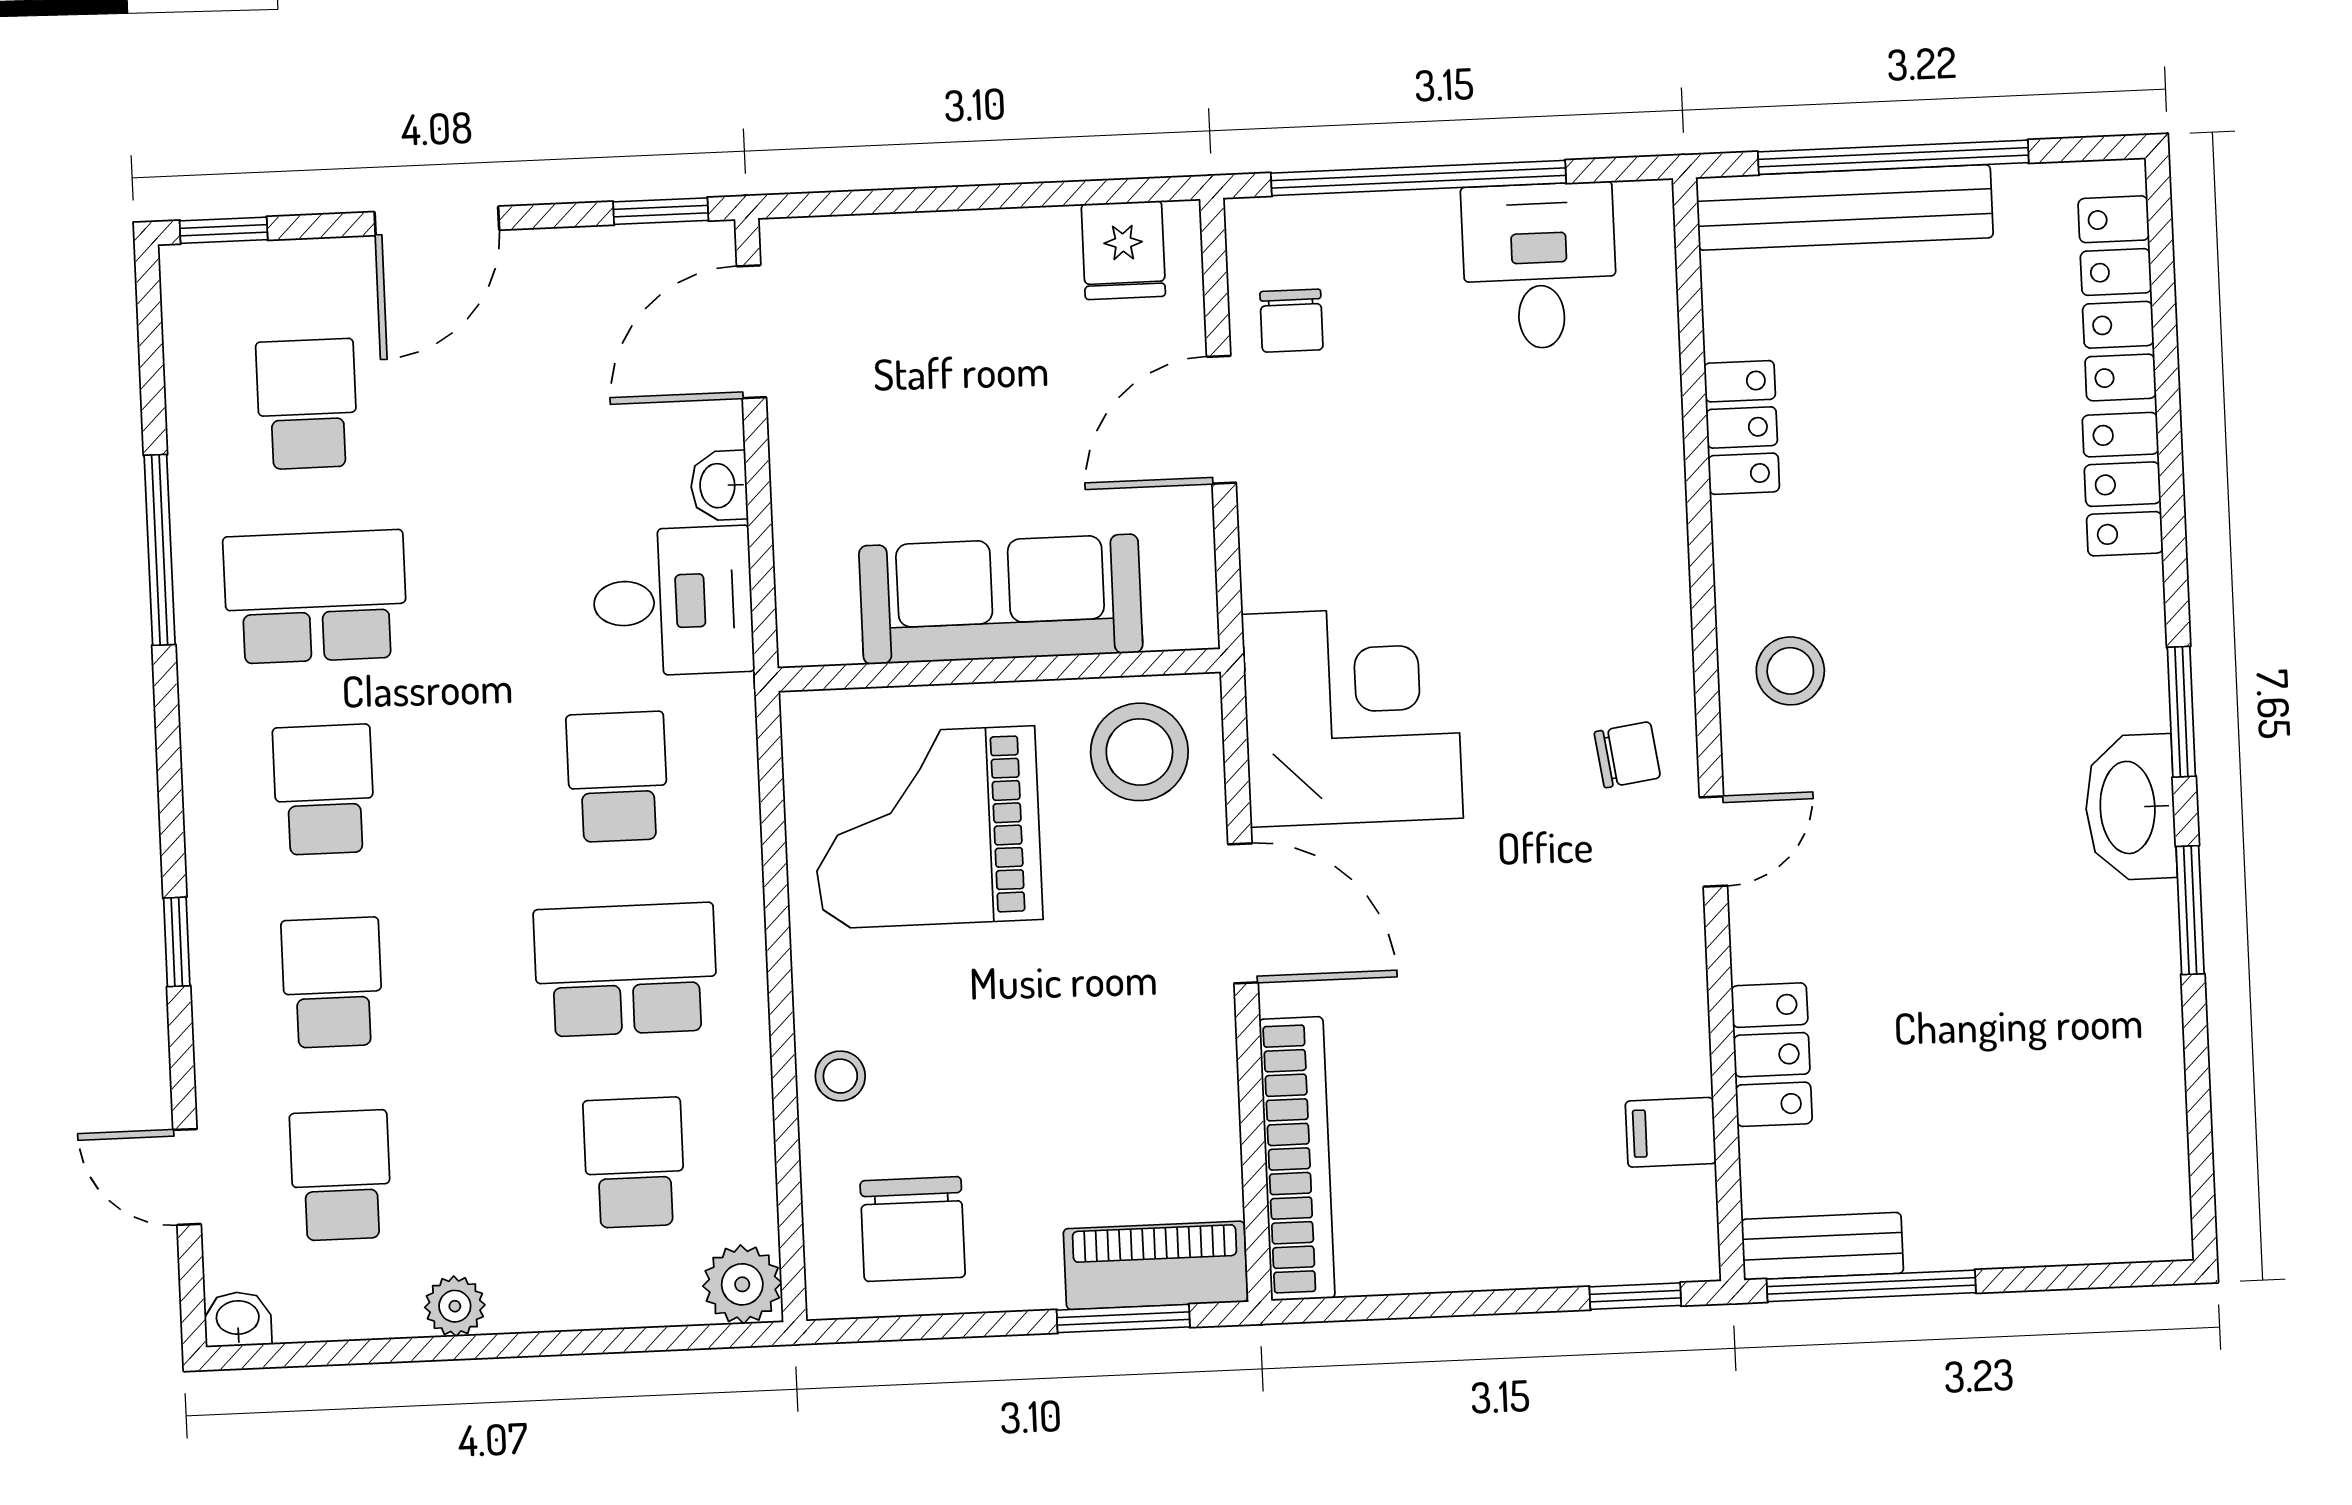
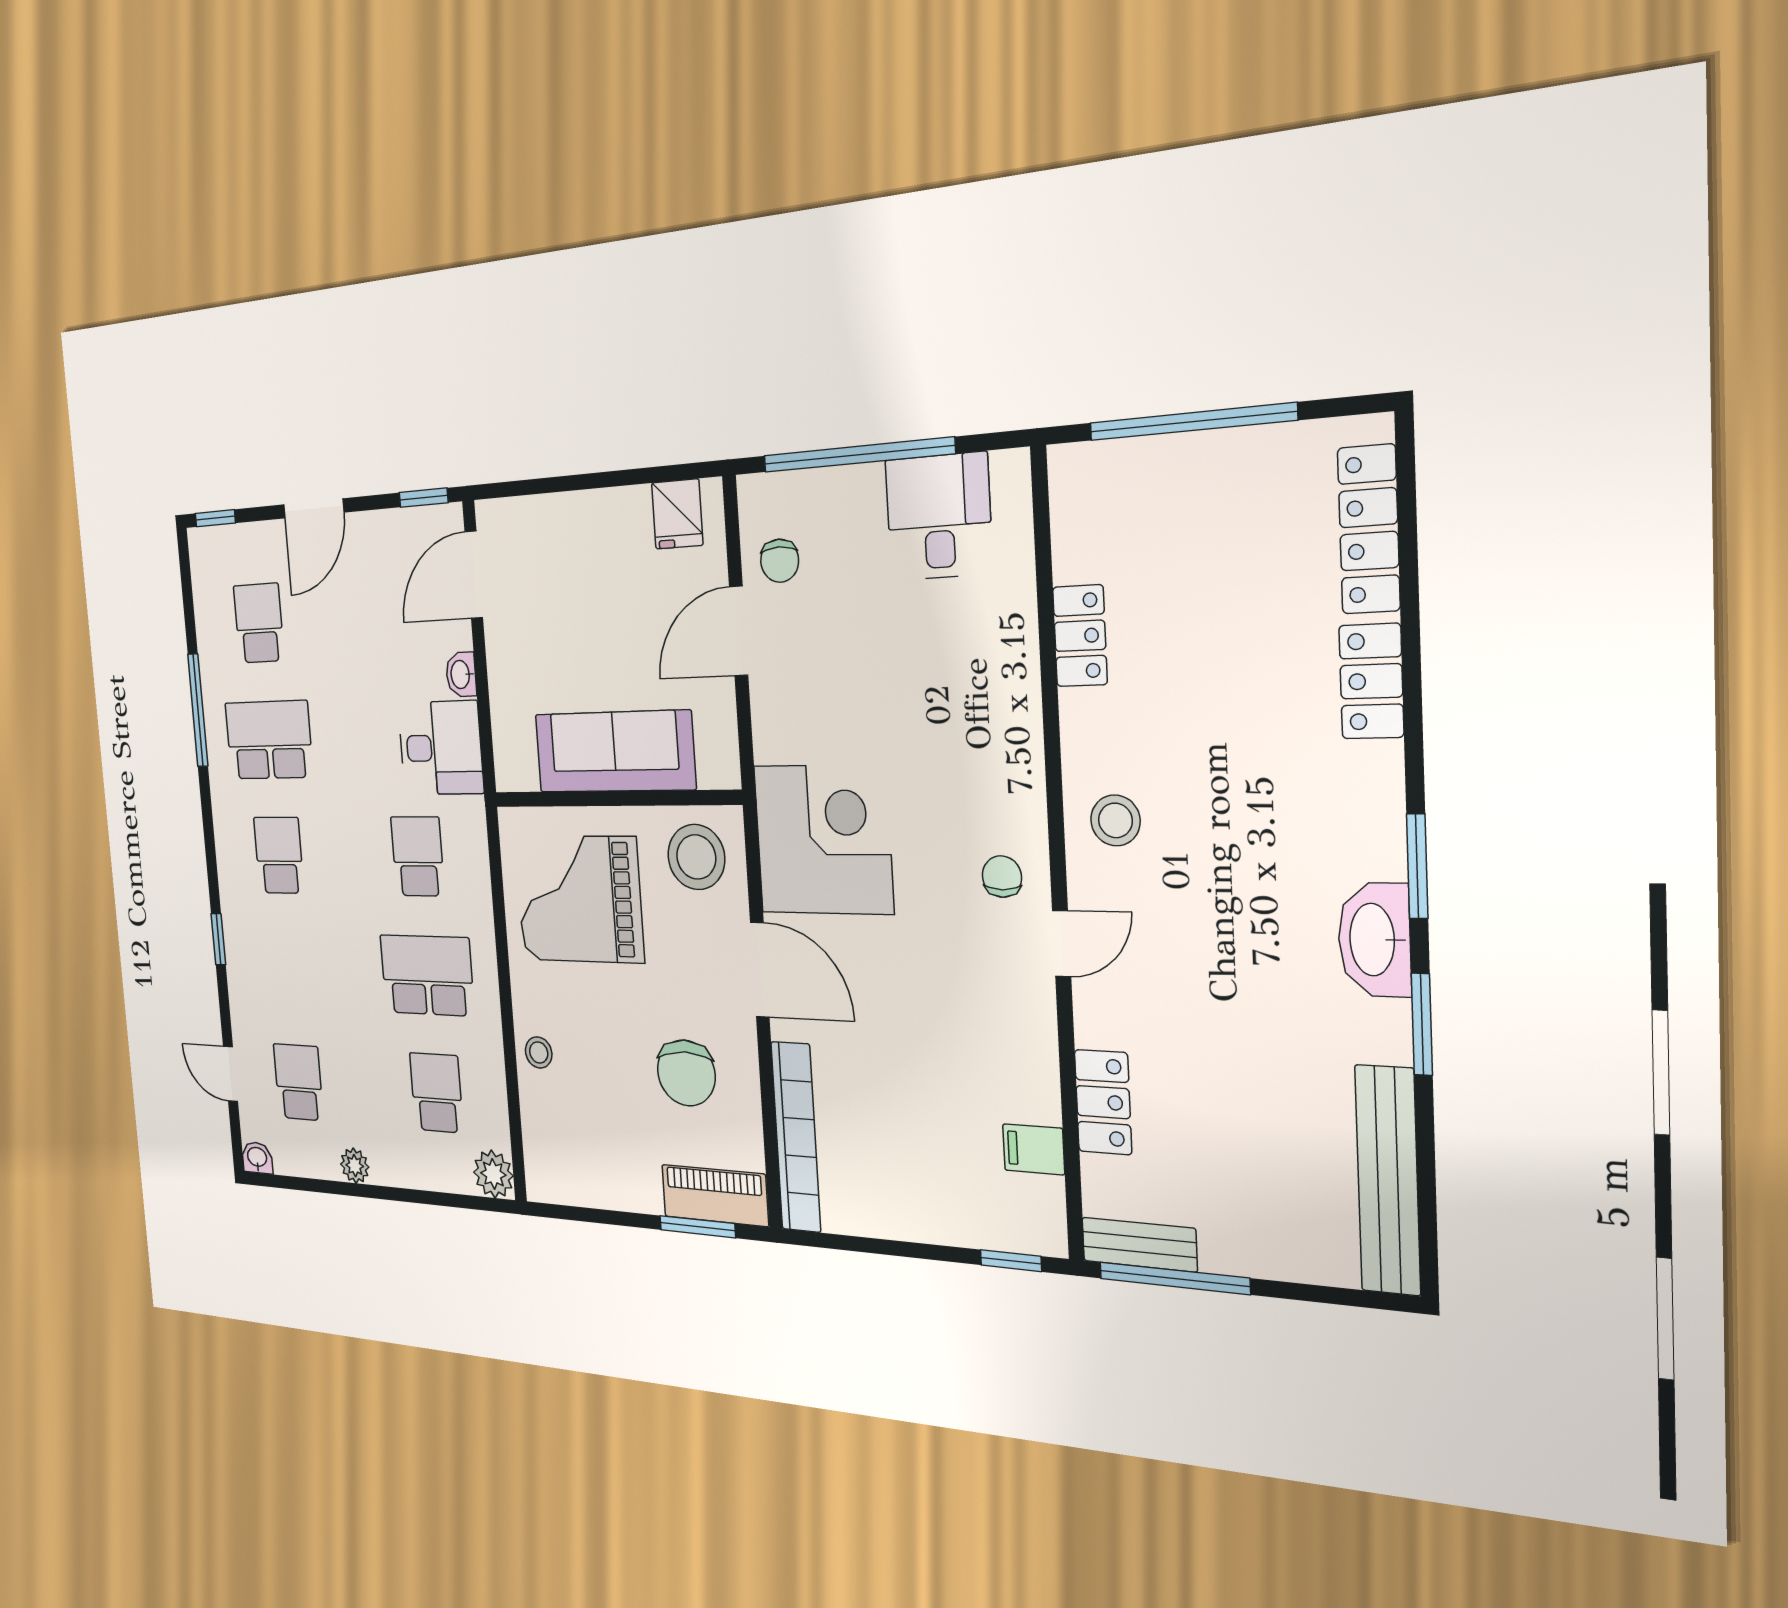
bench: (1845, 207) -> (1388, 1180), moved, turned 90
chair: (1627, 755) -> (1002, 877), turned -82
school desk: (332, 983) -> (289, 969), removed
chair: (913, 1229) -> (686, 1073), moved

